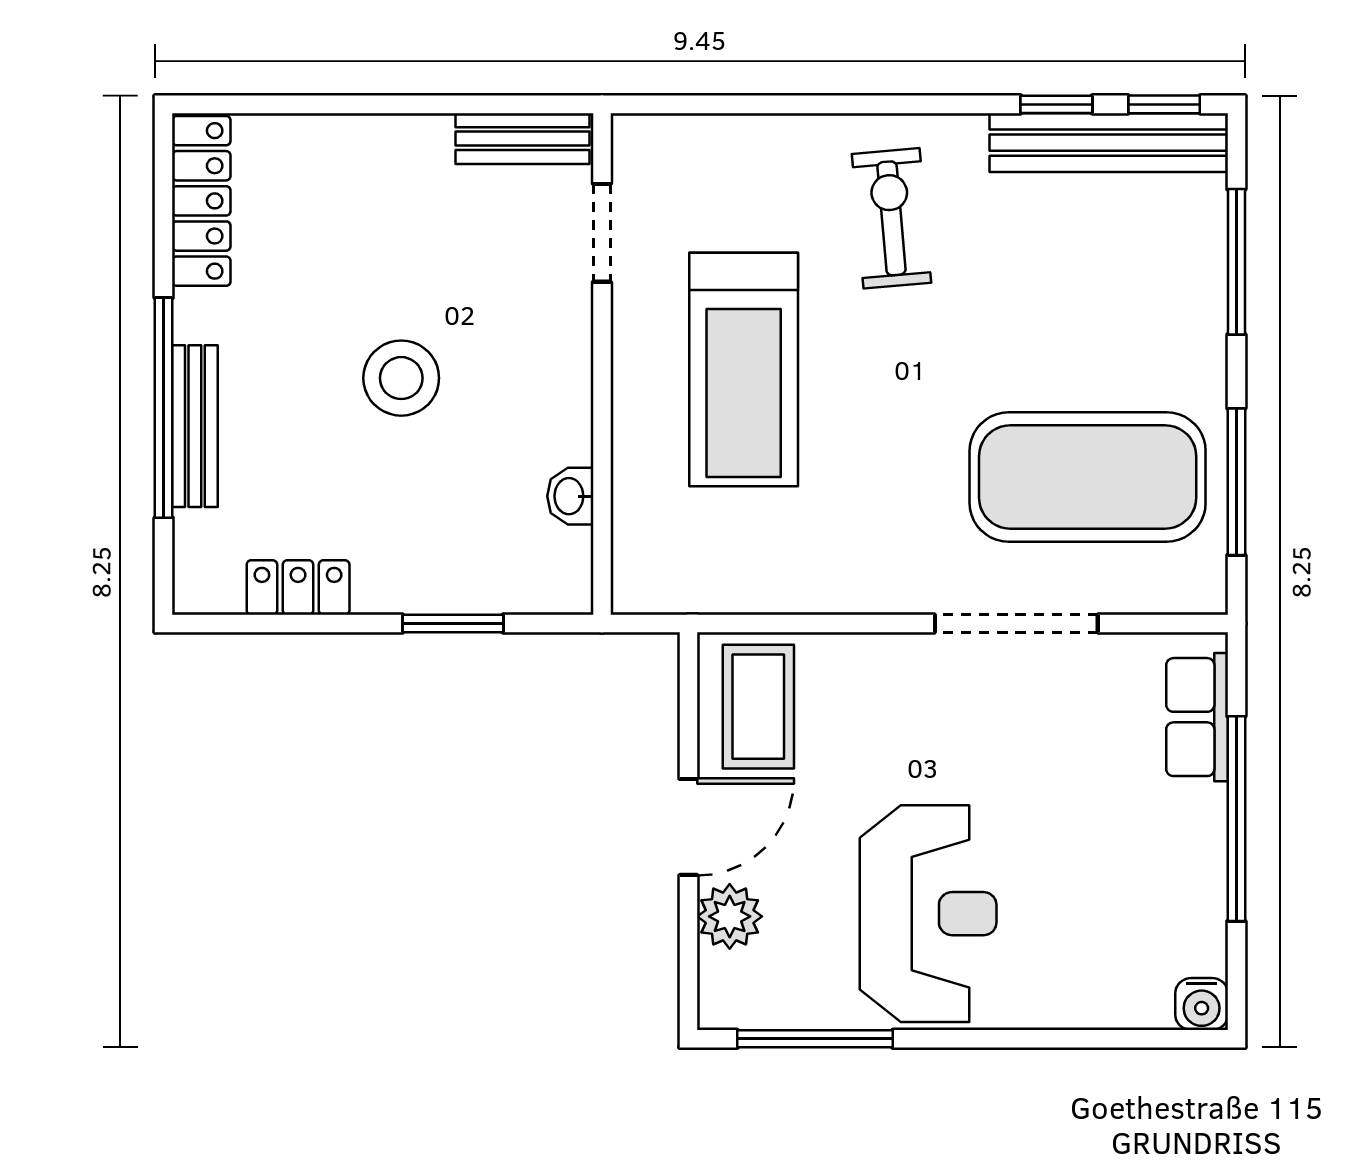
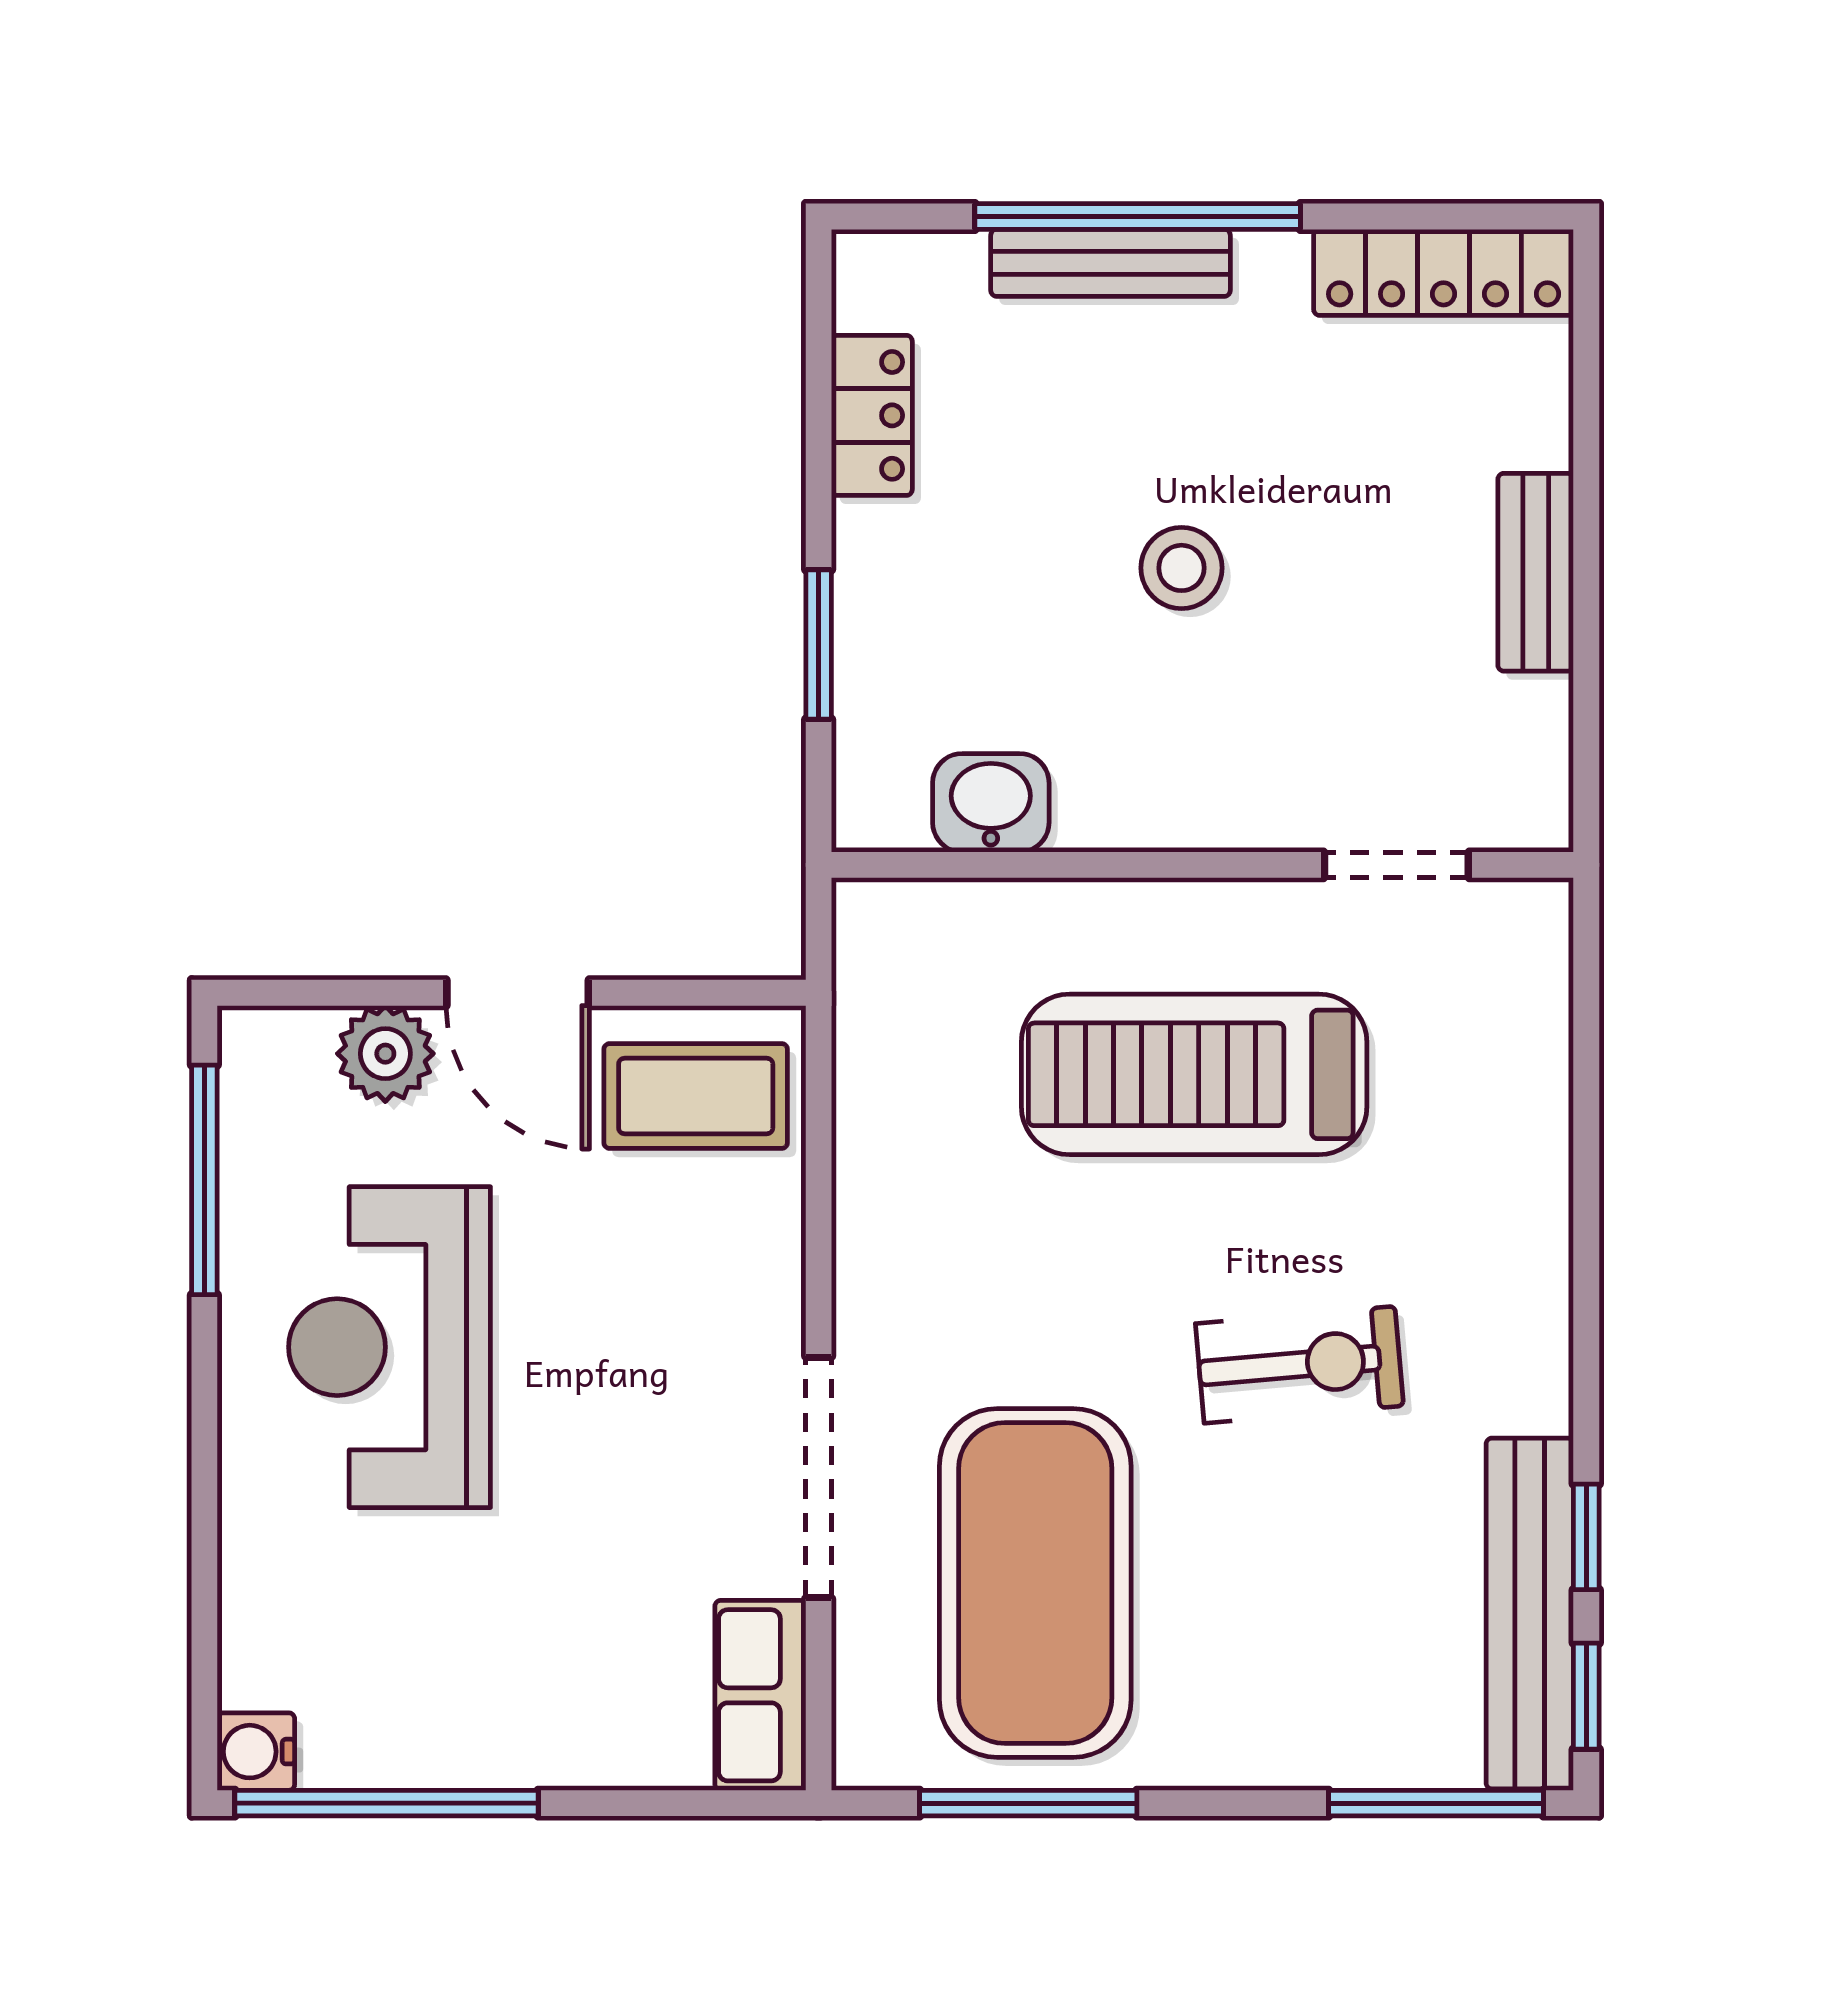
bench: (522, 139) -> (1536, 572), moved
exercise bike: (892, 218) -> (1300, 1365), moved
window: (1236, 262) -> (1436, 1803), moved
stool: (401, 378) -> (1181, 568), width x0.73, depth x0.73
washbasin: (570, 496) -> (991, 803), width x1.38, depth x1.45
row of seats: (1197, 717) -> (760, 1695), moved, turned -90
window: (1236, 819) -> (386, 1803), moved
reception desk: (928, 914) -> (390, 1347), turned 90

